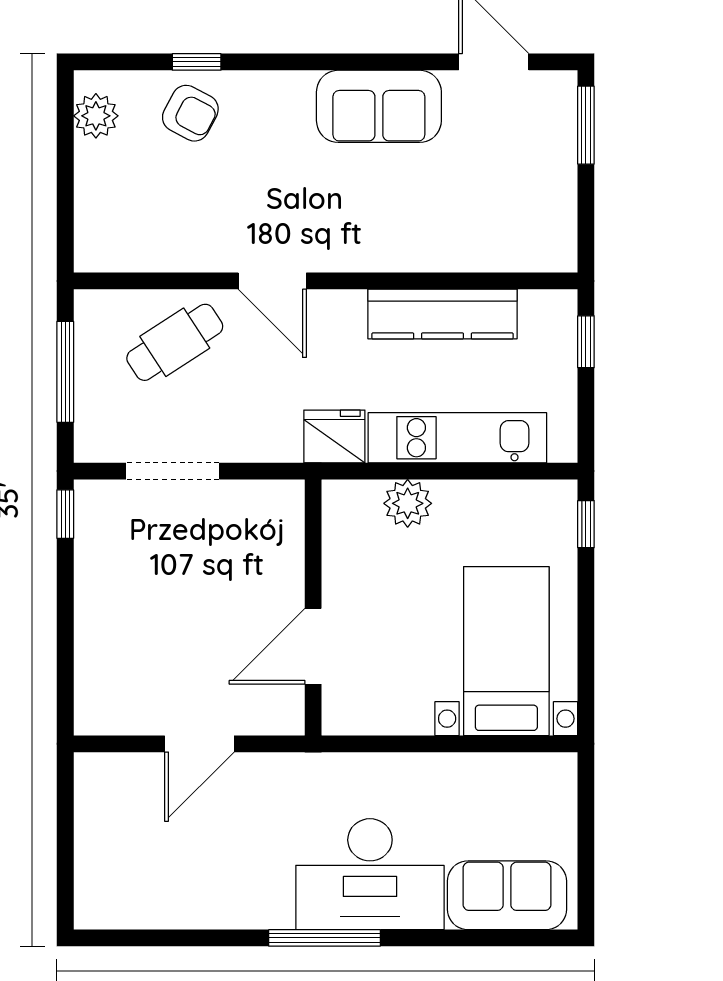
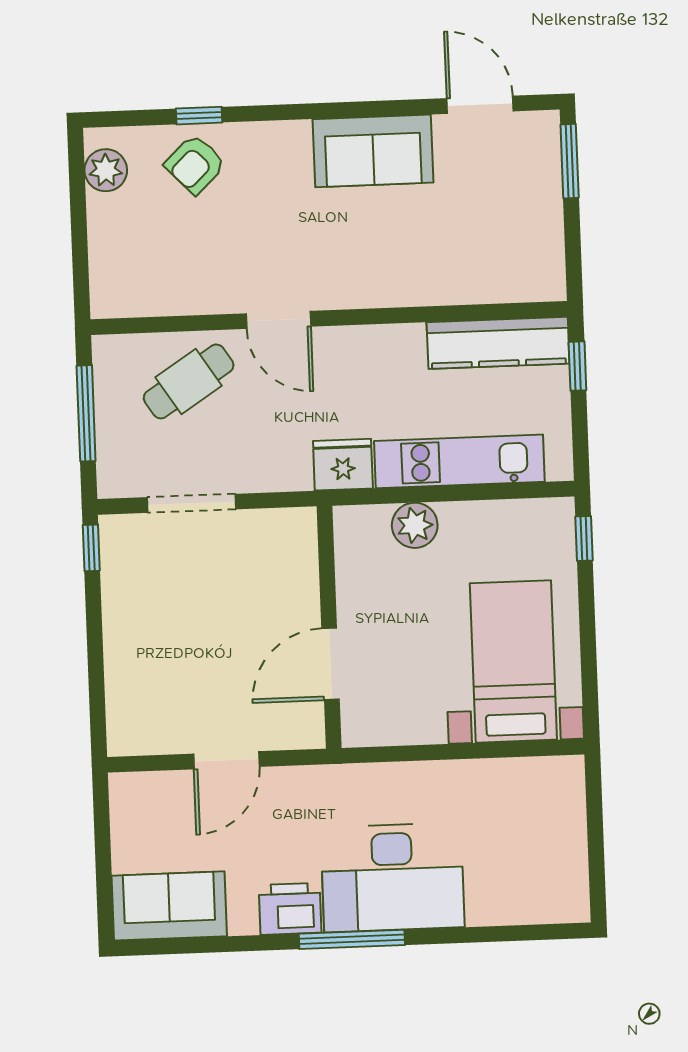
armchair: (190, 113) -> (195, 164), turned 108
kitchen counter: (442, 314) -> (498, 343), moved
sofa: (507, 895) -> (169, 906), moved
printer: (261, 903) -> (290, 909), added

